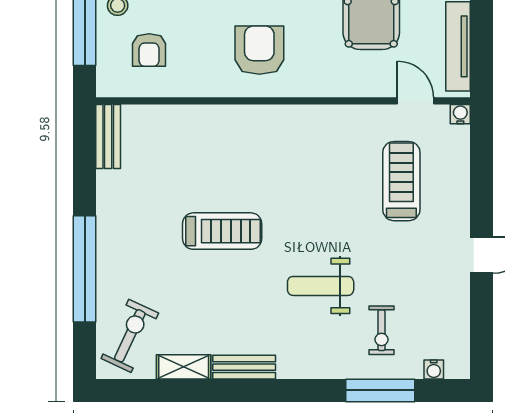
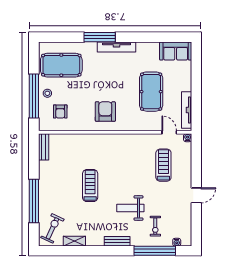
treadmill: (222, 231) -> (90, 186), turned -90
bench: (244, 367) -> (117, 241), moved
window: (380, 390) -> (155, 251), width x1.46

